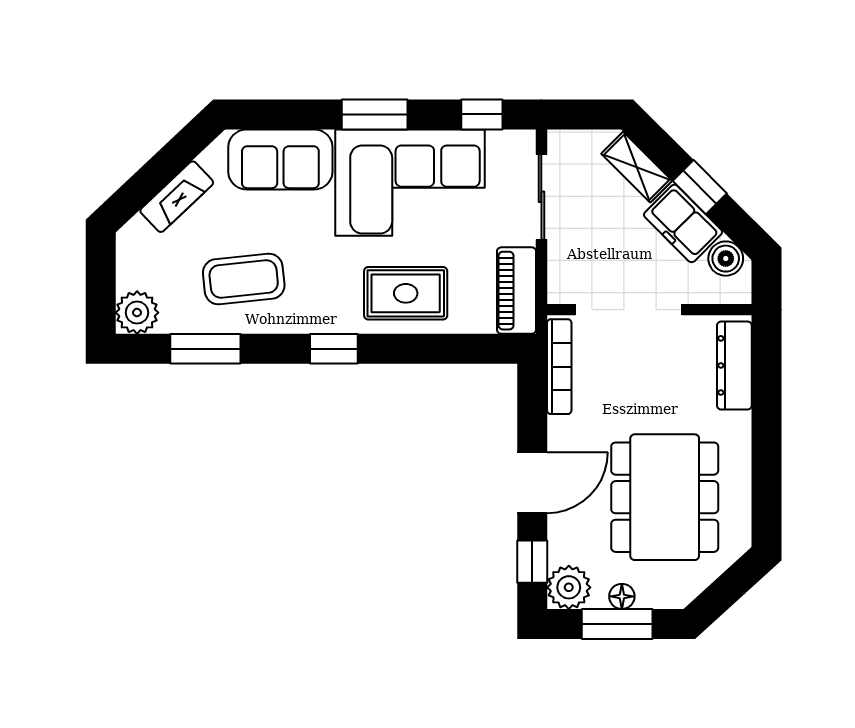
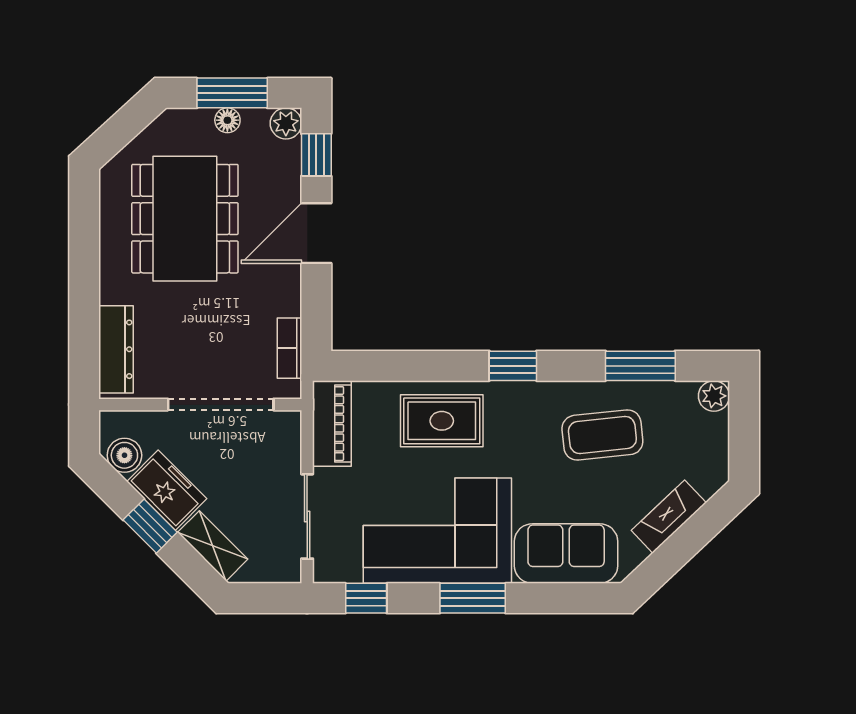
plant: (137, 313) -> (714, 396), width x0.73, depth x0.73
bookcase: (559, 367) -> (289, 348), width x0.64
plant: (569, 587) -> (286, 123), width x0.73, depth x0.73

